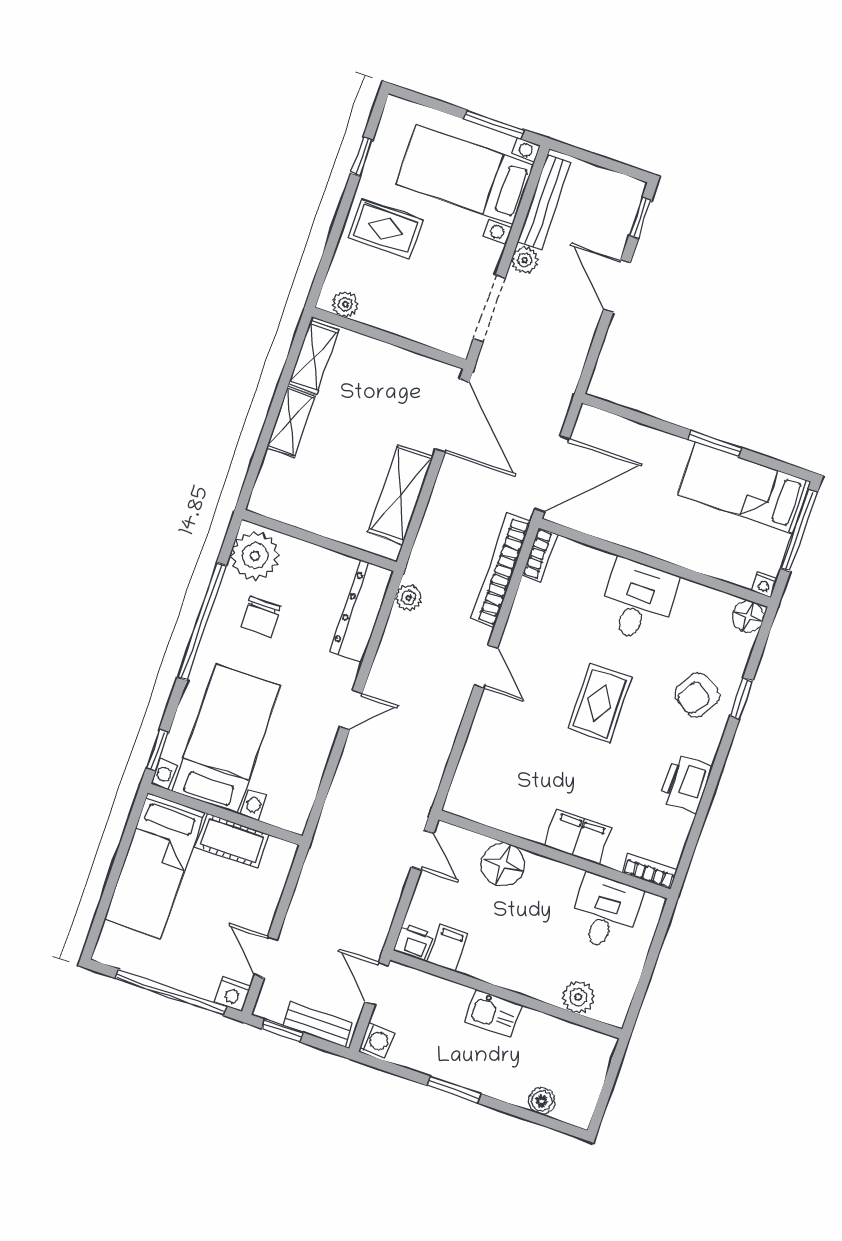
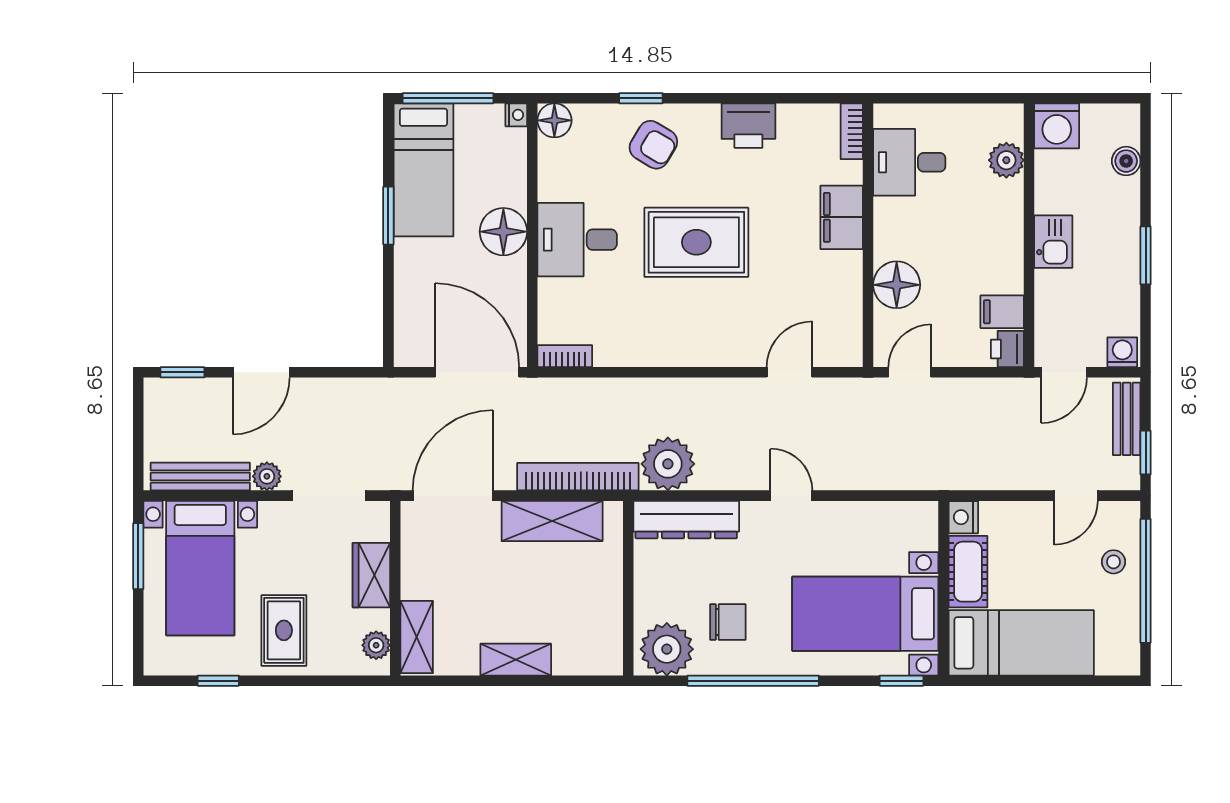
wardrobe: (408, 321) -> (371, 575), added
shelving: (314, 357) -> (417, 637), moved, turned 90
floor lamp: (667, 539) -> (503, 232), added
bookcase: (501, 570) -> (578, 477), moved, turned 180
plant: (409, 598) -> (668, 464), width x1.88, depth x1.88
door: (486, 667) -> (789, 372), moved
rug: (600, 703) -> (696, 242), width x1.36, depth x1.43
stool: (197, 970) -> (1114, 562), added
nightstand: (233, 994) -> (963, 517), moved, turned 180
washing machine: (593, 1051) -> (1057, 126), added

